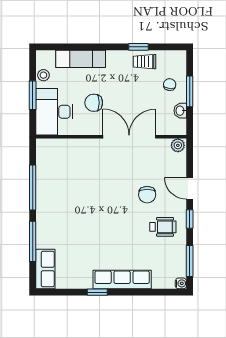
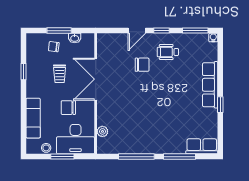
trolley: (145, 62) -> (60, 74), moved
chair: (94, 103) -> (68, 108), turned 90
plant: (178, 145) -> (102, 131), moved
wheelchair: (163, 227) -> (168, 52), turned -90

